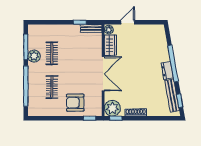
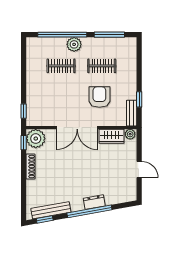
door: (128, 22) -> (139, 169), moved
plant: (34, 56) -> (74, 44), moved
dresser: (167, 71) -> (94, 202), moved
armchair: (75, 103) -> (99, 97), moved

